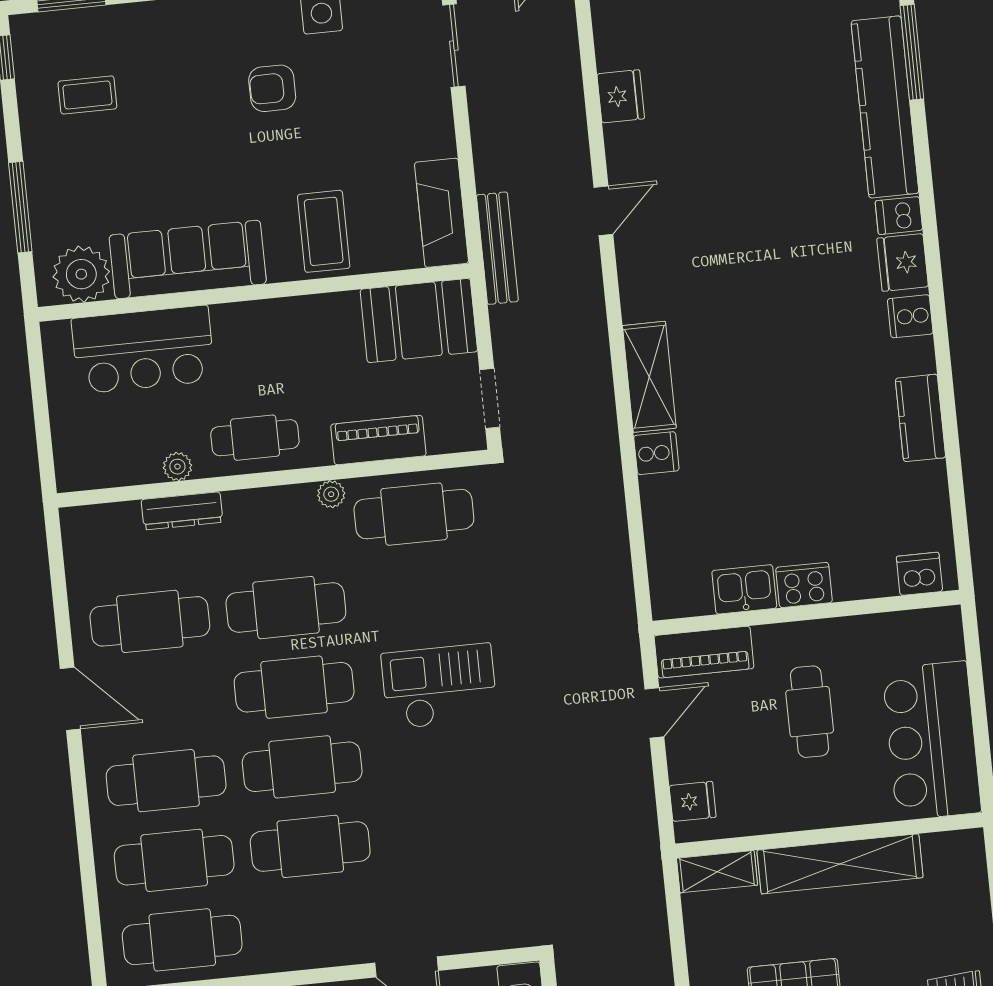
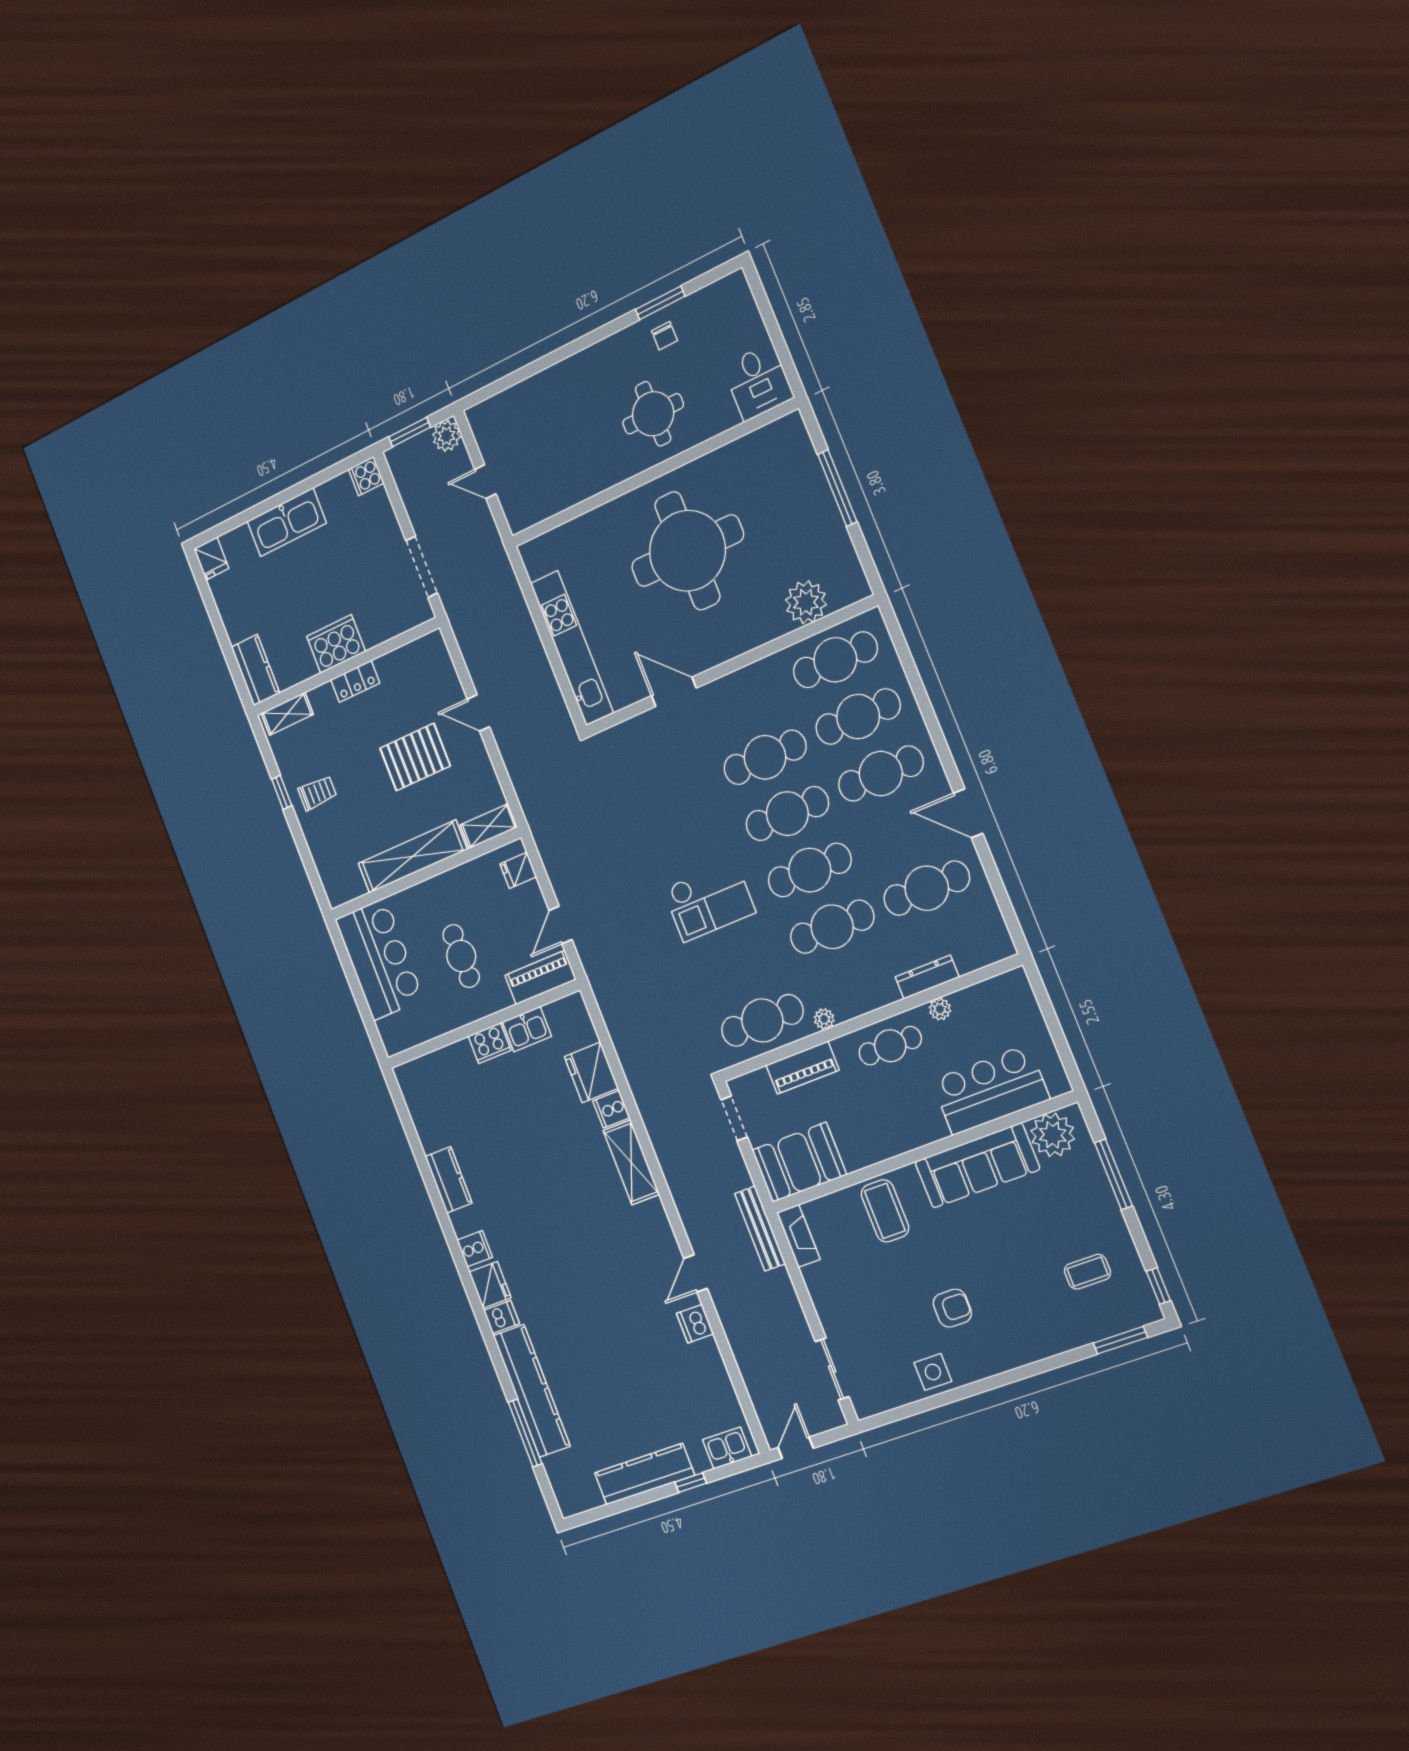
fridge: (621, 96) -> (591, 1072), moved, width x1.36, depth x1.34
fireplace: (442, 213) -> (798, 1236), width x0.73, depth x0.76
dishwasher: (919, 574) -> (695, 1324), moved, turned 90

